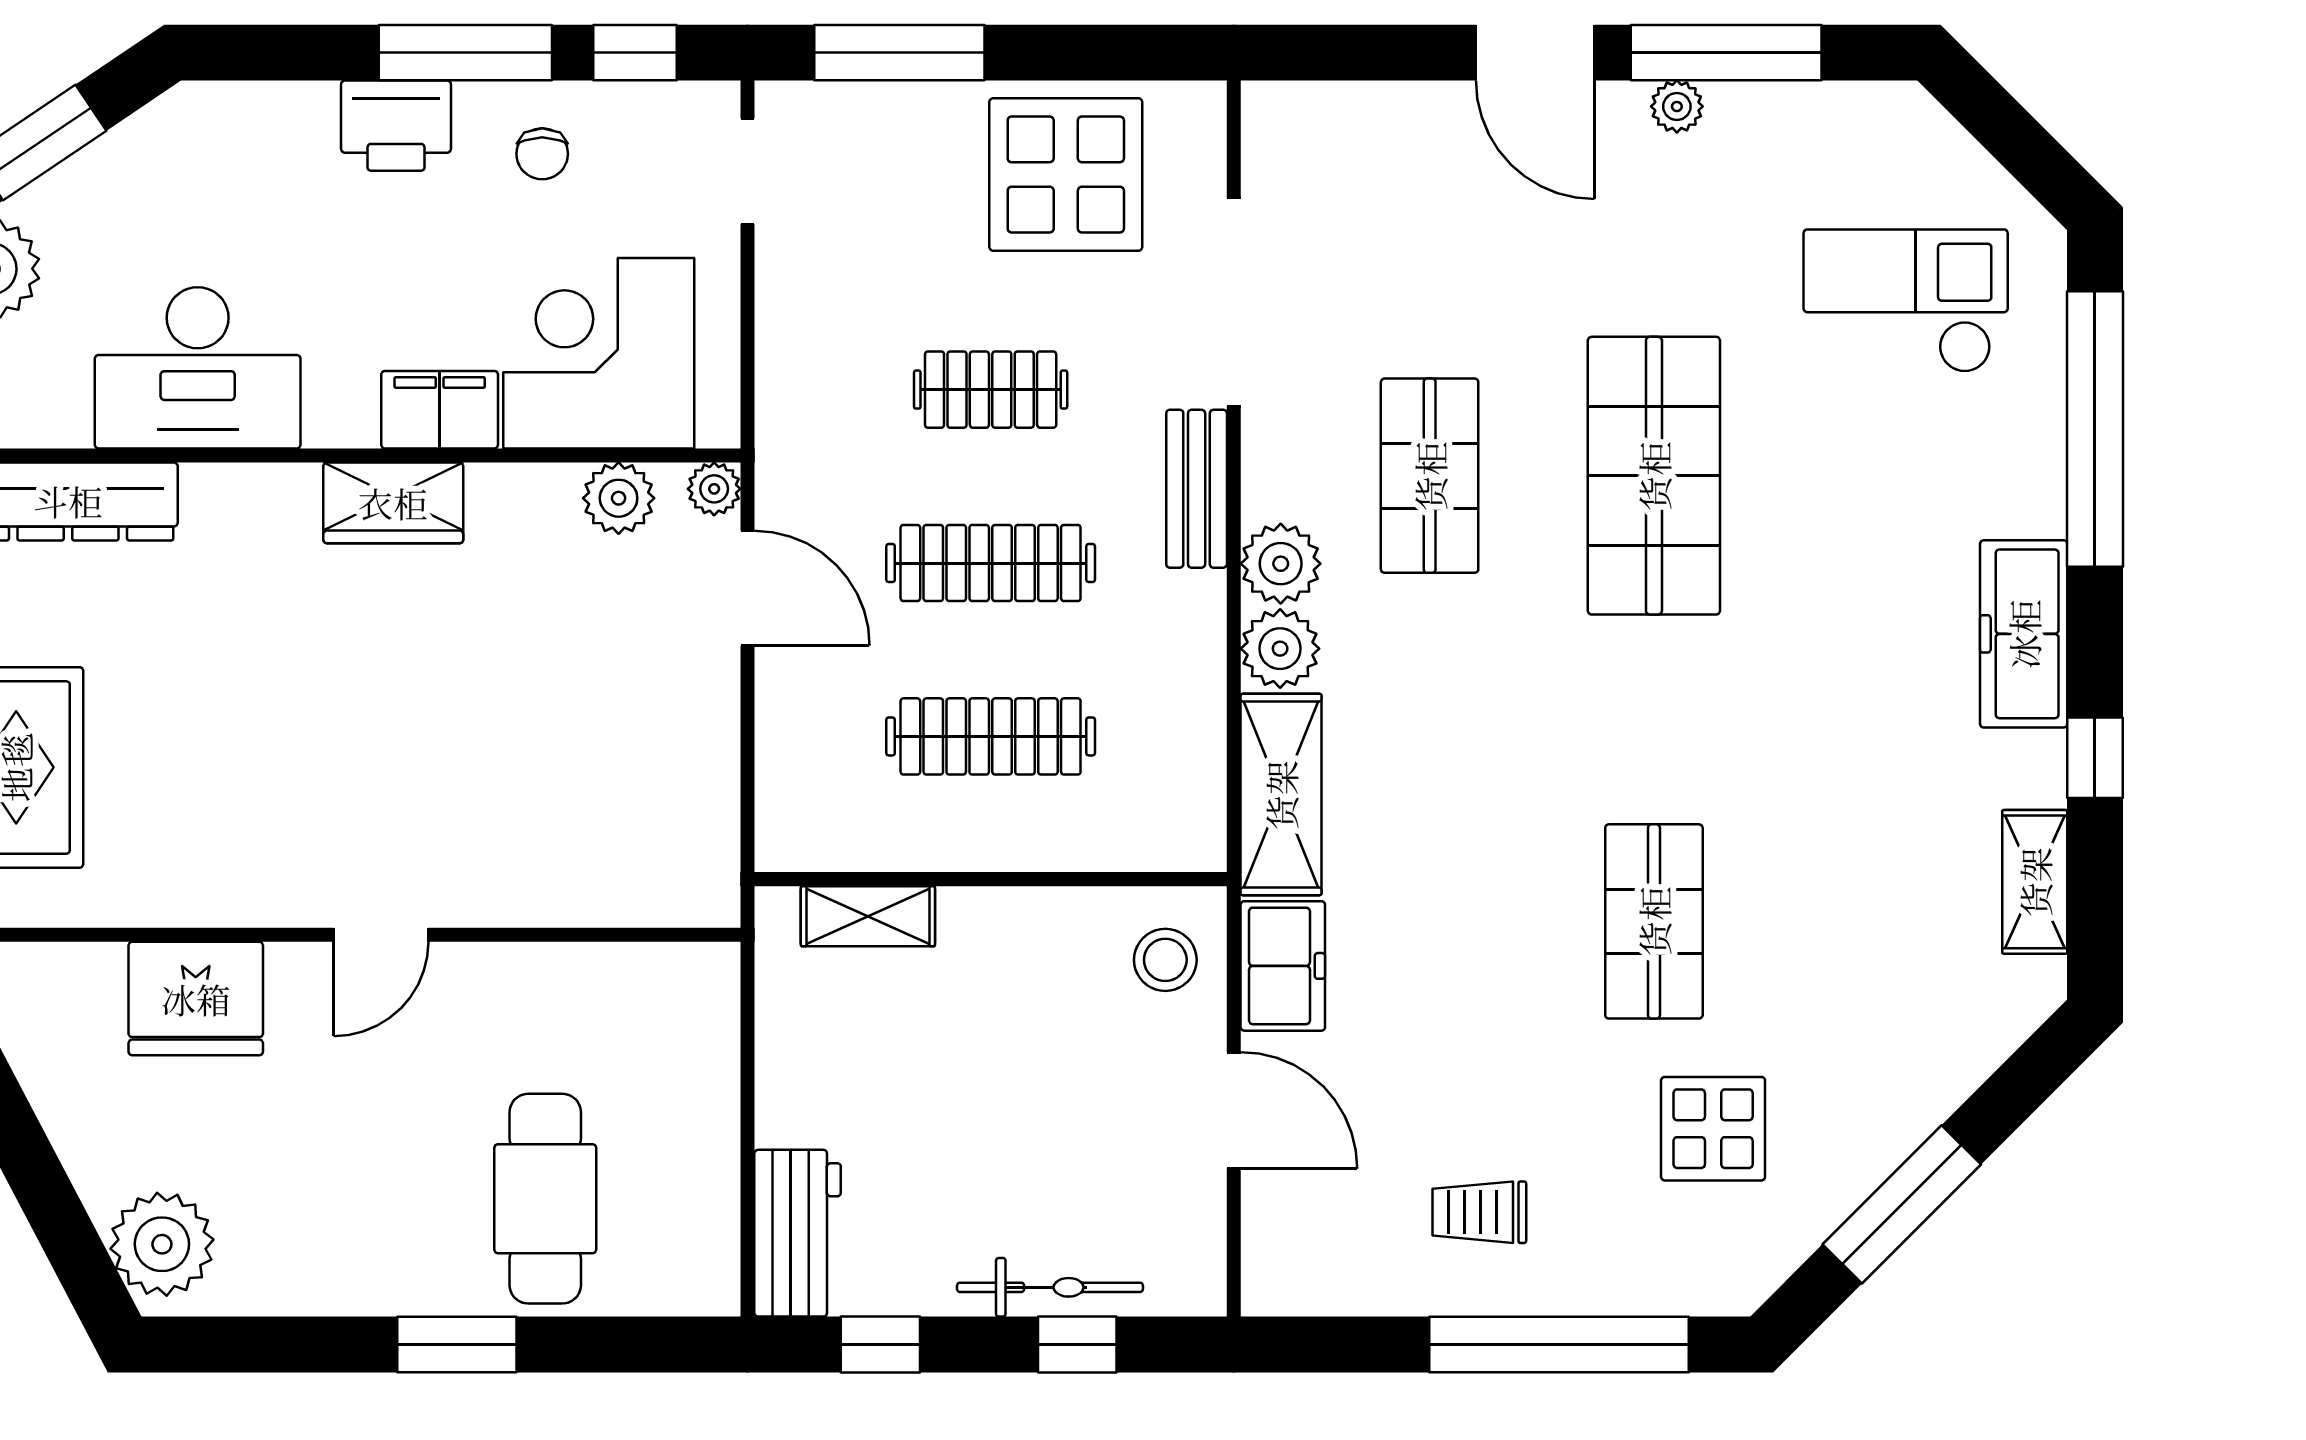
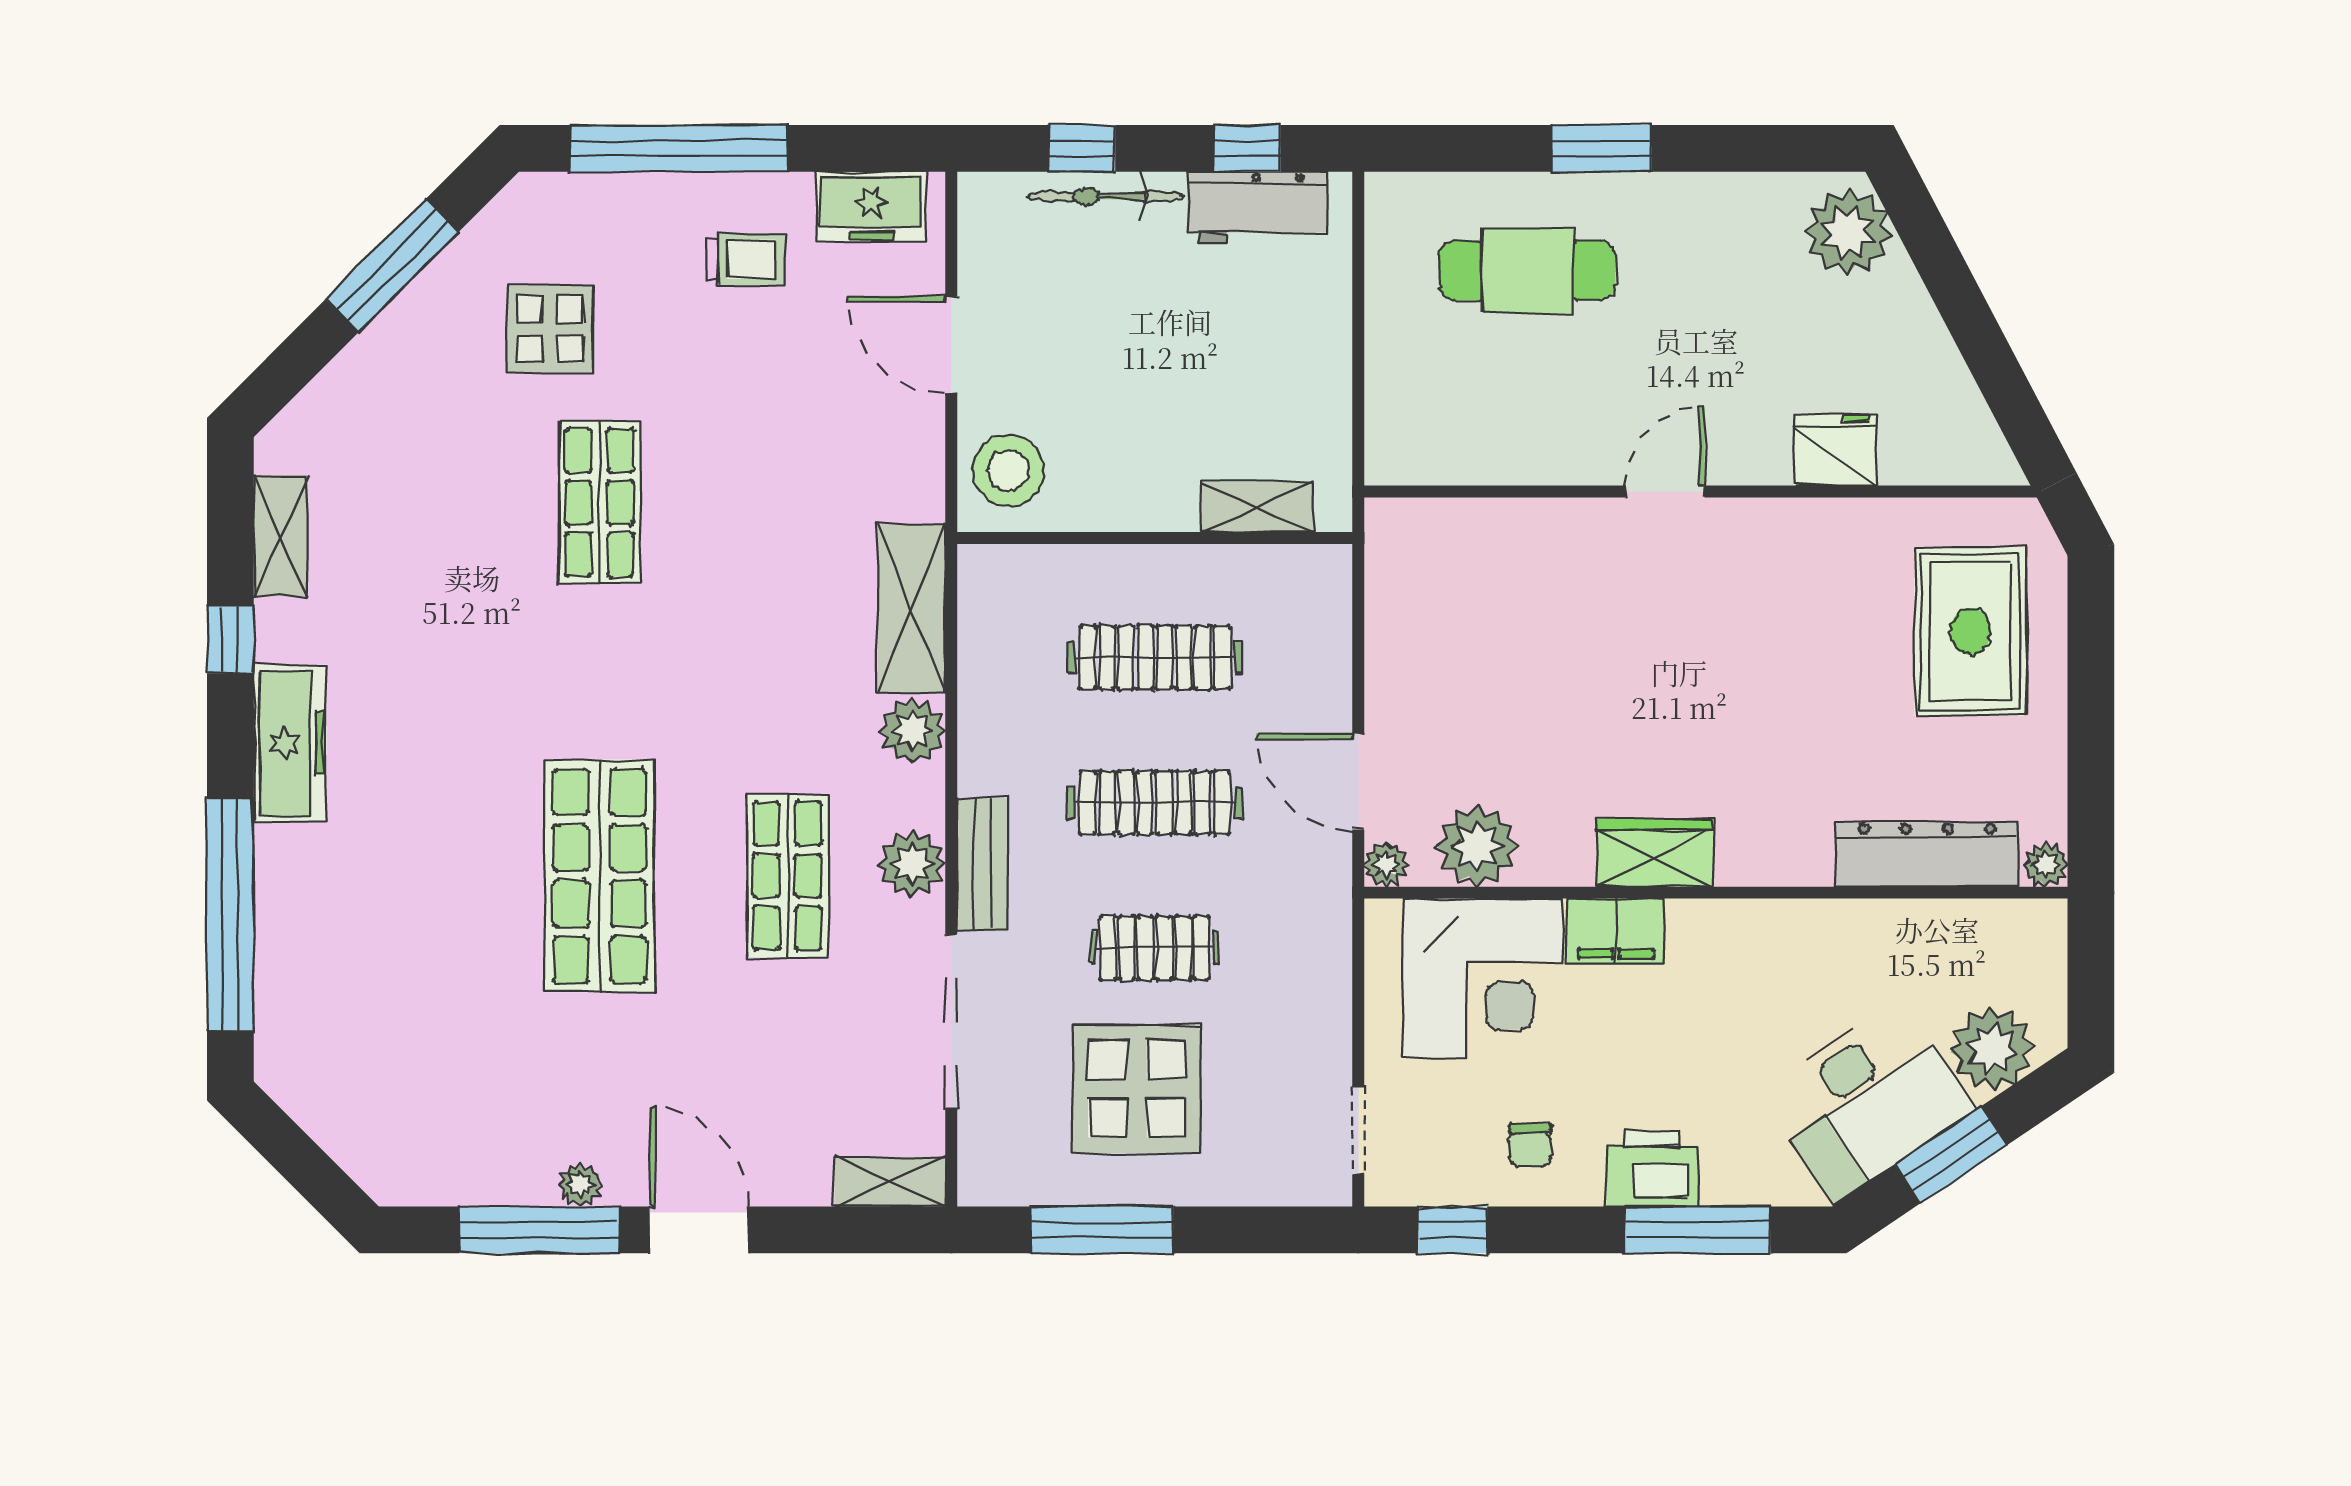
window: (465, 53) -> (1698, 1230), moved
window: (899, 53) -> (1102, 1230), moved
shelving: (1307, 110) -> (890, 1182), added
chair: (542, 154) -> (1530, 1145), turned 180
display table: (1066, 174) -> (1137, 1089), moved
checkout: (1906, 301) -> (389, 1022), removed
desk: (198, 368) -> (1868, 1101), moved, turned 146
plant: (619, 498) -> (1477, 846), width x1.36, depth x1.36
plant: (1281, 564) -> (912, 864), moved
stool: (1165, 960) -> (1009, 470), width x1.38, depth x1.38
freezer: (1283, 966) -> (871, 207), moved, turned -90
fridge: (196, 999) -> (1835, 450), width x0.73, depth x0.75
cafe table: (545, 1199) -> (1528, 270), turned 90
workbench: (798, 1233) -> (1257, 208), moved, turned -90

